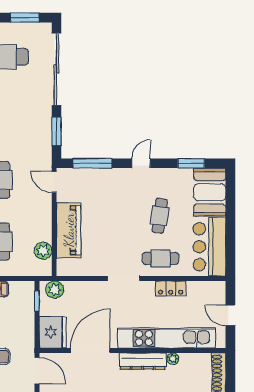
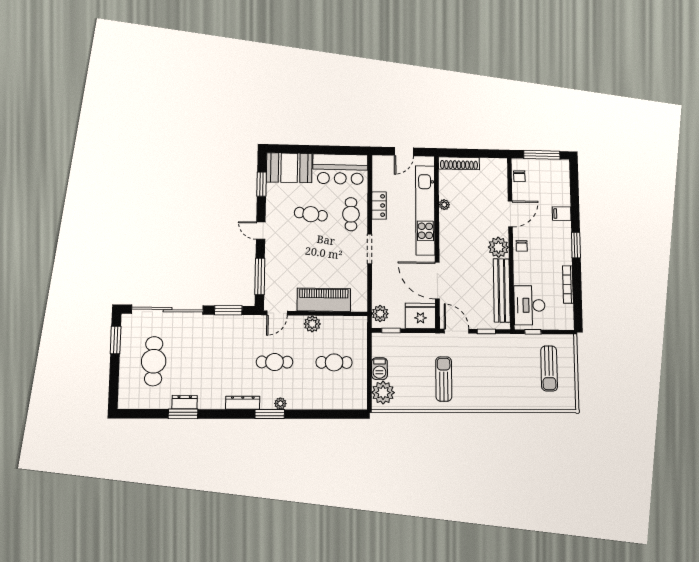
plant: (43, 251) -> (312, 324), moved
dresser: (143, 361) -> (447, 232), removed
door: (37, 371) -> (457, 331), hinge flipped

